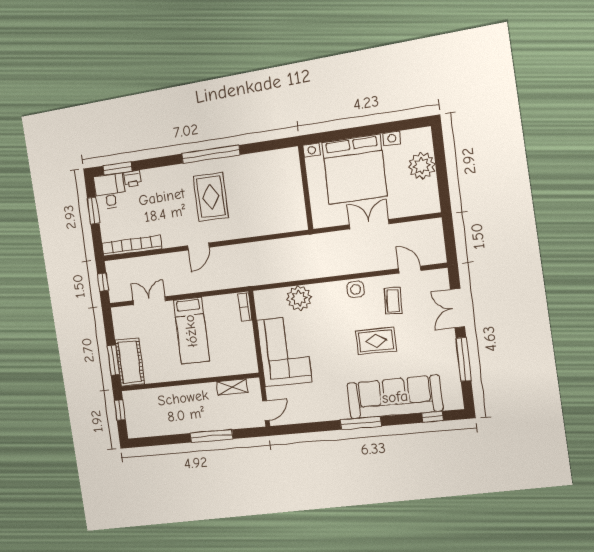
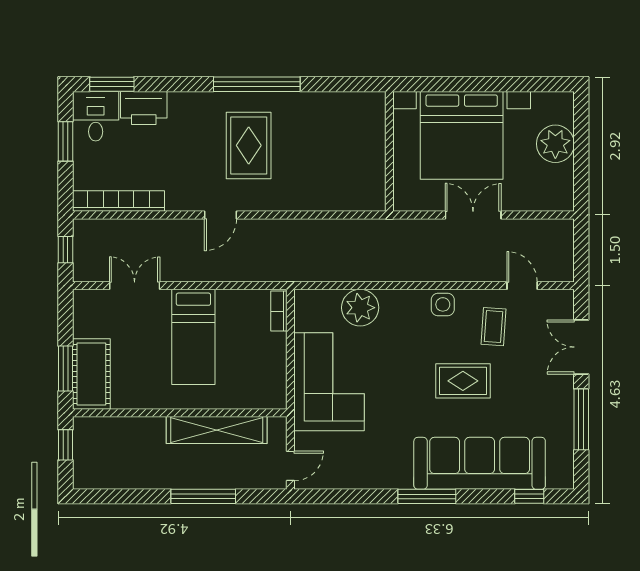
printer: (132, 179) -> (144, 108), width x1.87, depth x1.48
shelving: (232, 387) -> (217, 430), width x2.20, depth x1.33

